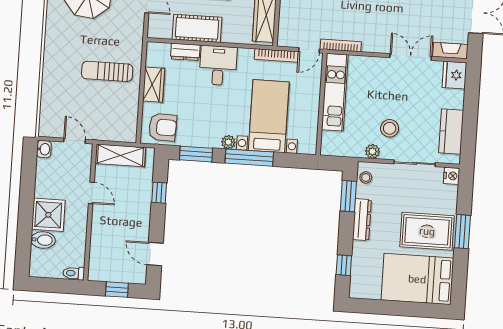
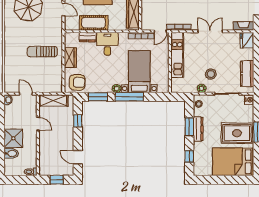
double door: (411, 57) -> (210, 31), moved
window: (348, 196) -> (189, 127), moved

